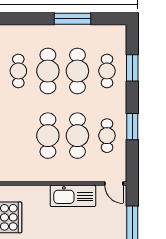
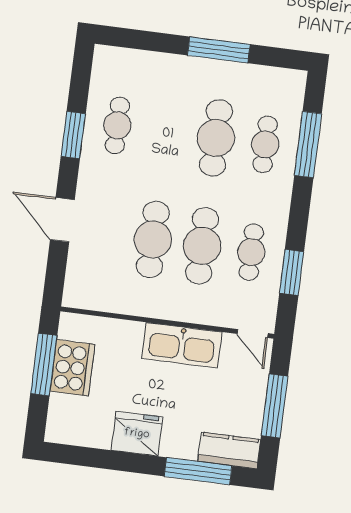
window: (132, 68) -> (308, 145), width x1.44
cafe table: (48, 71) -> (167, 132), removed
window: (132, 127) -> (292, 272), moved

